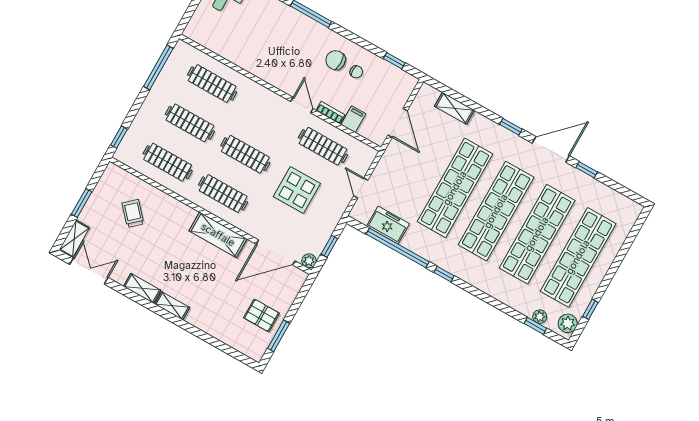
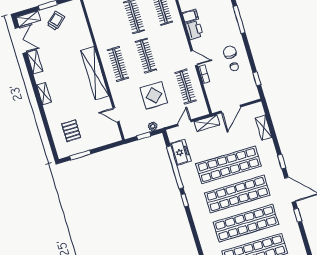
printer: (272, 74) -> (194, 30), added
door: (302, 105) -> (194, 58), hinge flipped
filing cabinet: (353, 119) -> (190, 16), moved
clothes rail: (168, 162) -> (106, 25), removed
shelving: (386, 164) -> (207, 123), added
trolley: (133, 213) -> (56, 21), moved
shelving: (218, 235) -> (95, 73), width x1.47
door: (276, 252) -> (116, 115), width x0.53
plant: (309, 261) -> (153, 126), moved
shelving: (142, 288) -> (35, 62), moved
pallet: (261, 315) -> (71, 131), moved

